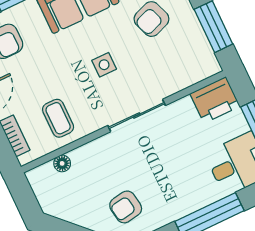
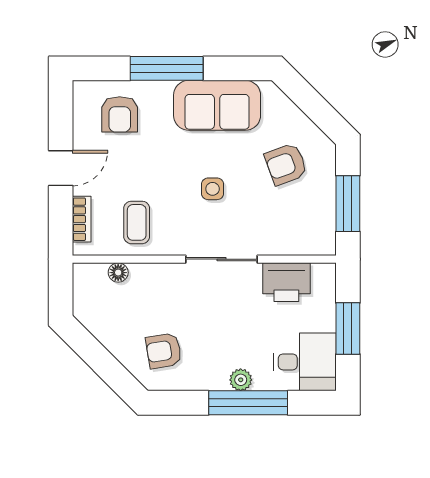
printer: (215, 100) -> (286, 282), moved
plant: (195, 201) -> (241, 380), added

